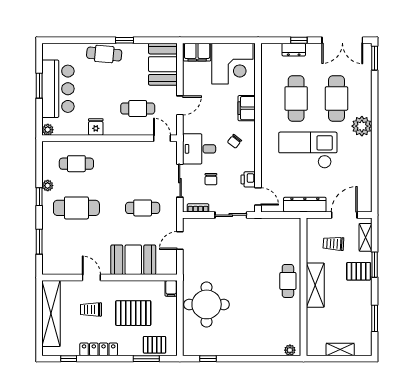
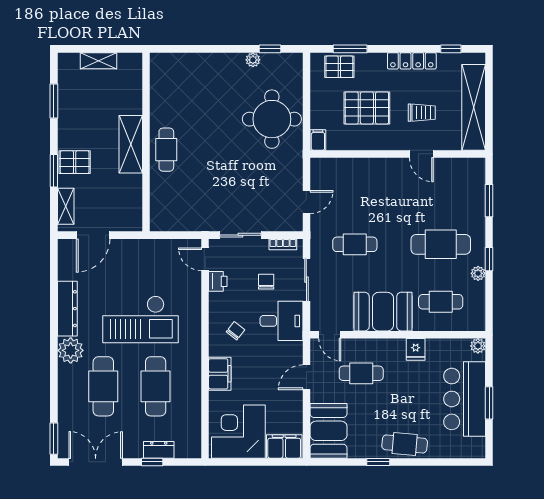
dresser: (305, 205) -> (67, 309), moved, turned -90
trolley: (333, 244) -> (107, 198), removed
booth: (133, 260) -> (383, 312), moved
plant: (290, 350) -> (253, 60), moved

